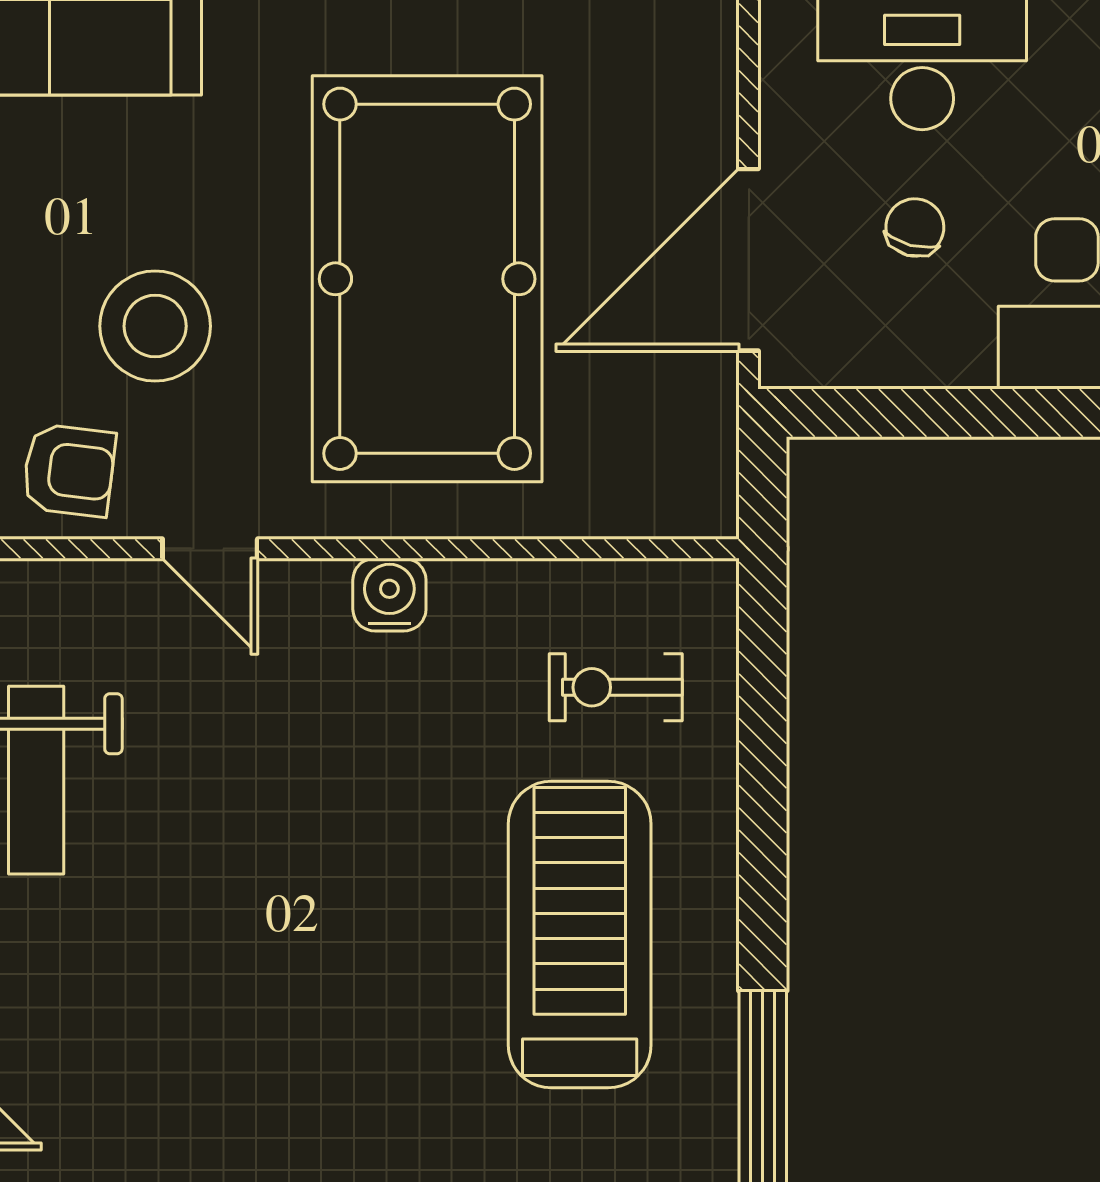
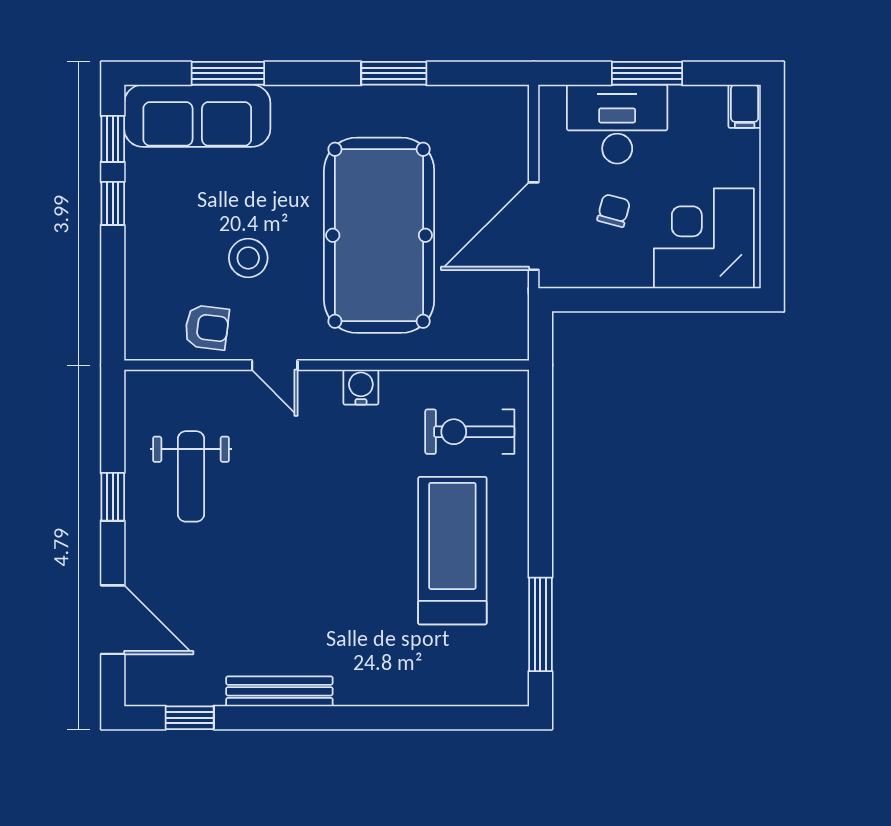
stool: (155, 326) -> (248, 258), width x0.73, depth x0.73
exercise bike: (616, 687) -> (470, 432), width x1.38, depth x1.39

